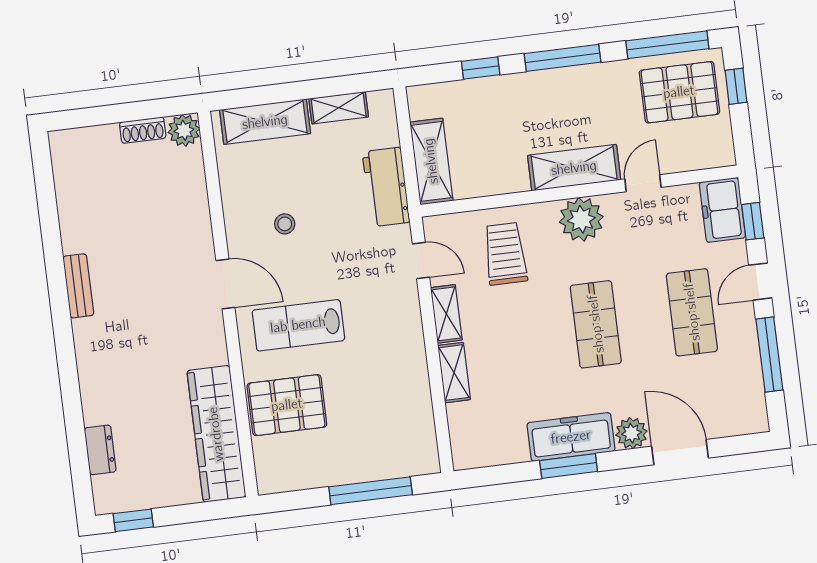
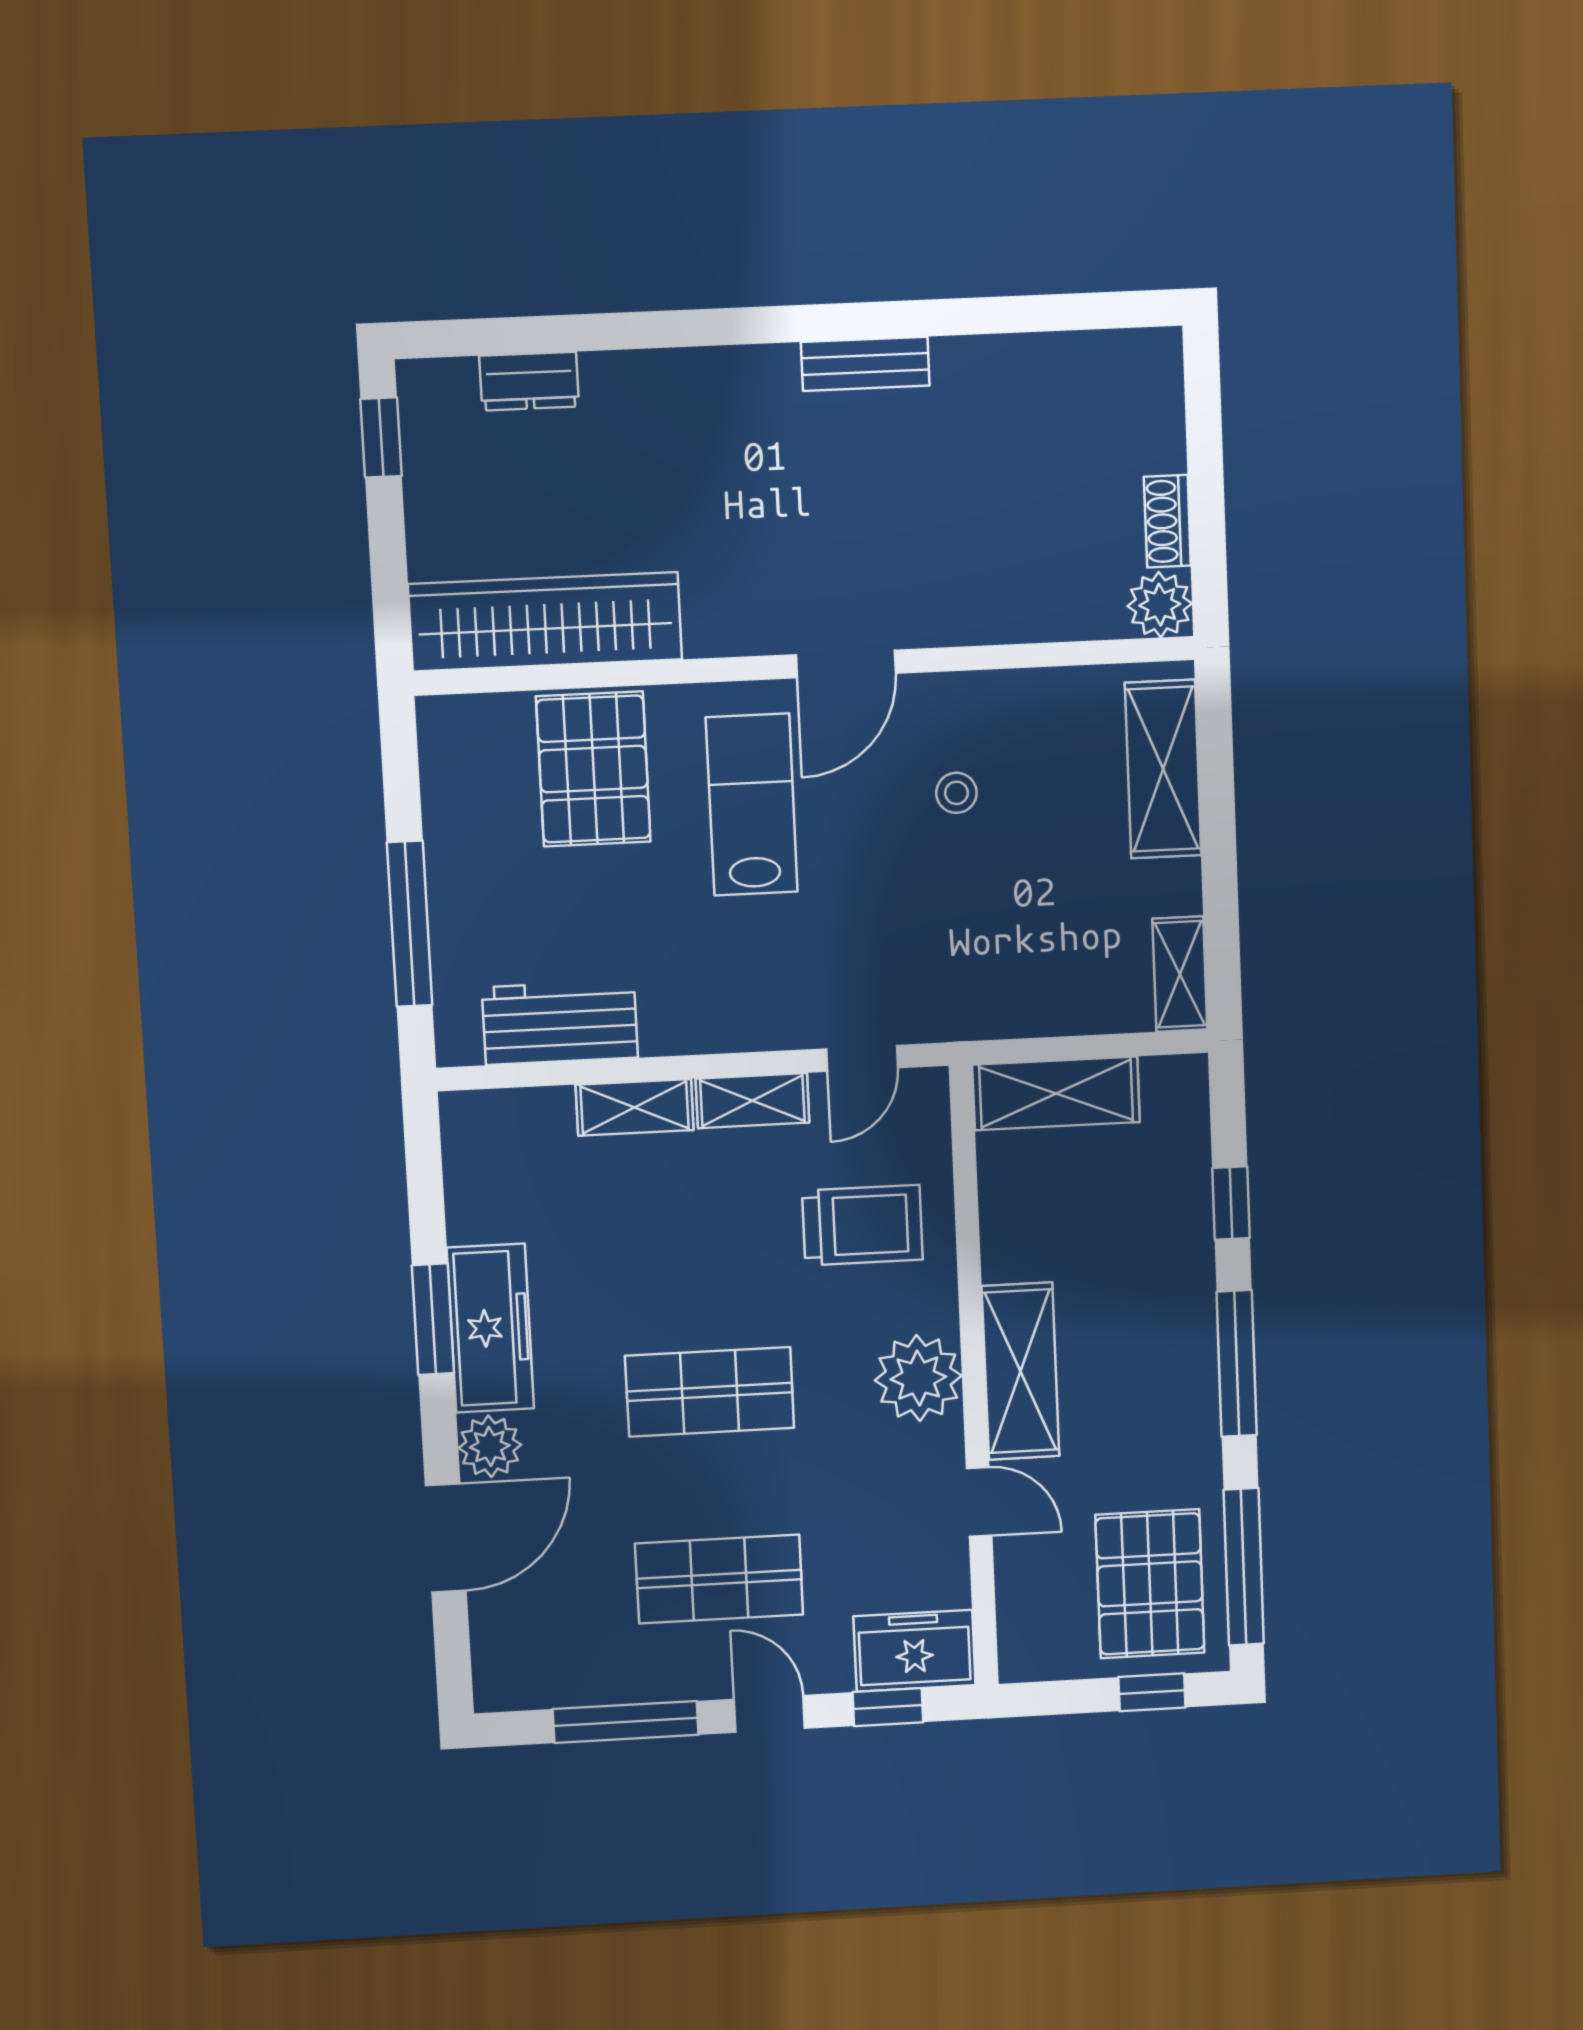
shelving: (339, 108) -> (1180, 974), moved
workbench: (386, 187) -> (560, 1022), moved

